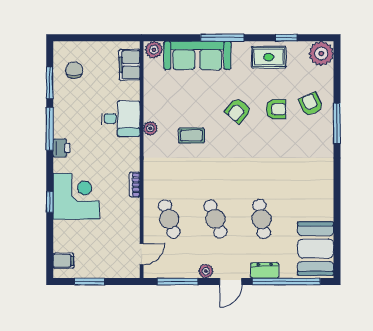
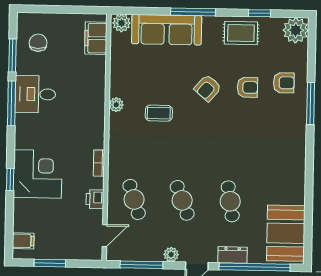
armchair: (311, 104) -> (284, 83), turned 115
desk: (121, 119) -> (35, 94), moved, turned 180
printer: (61, 148) -> (95, 199), moved, turned 180

